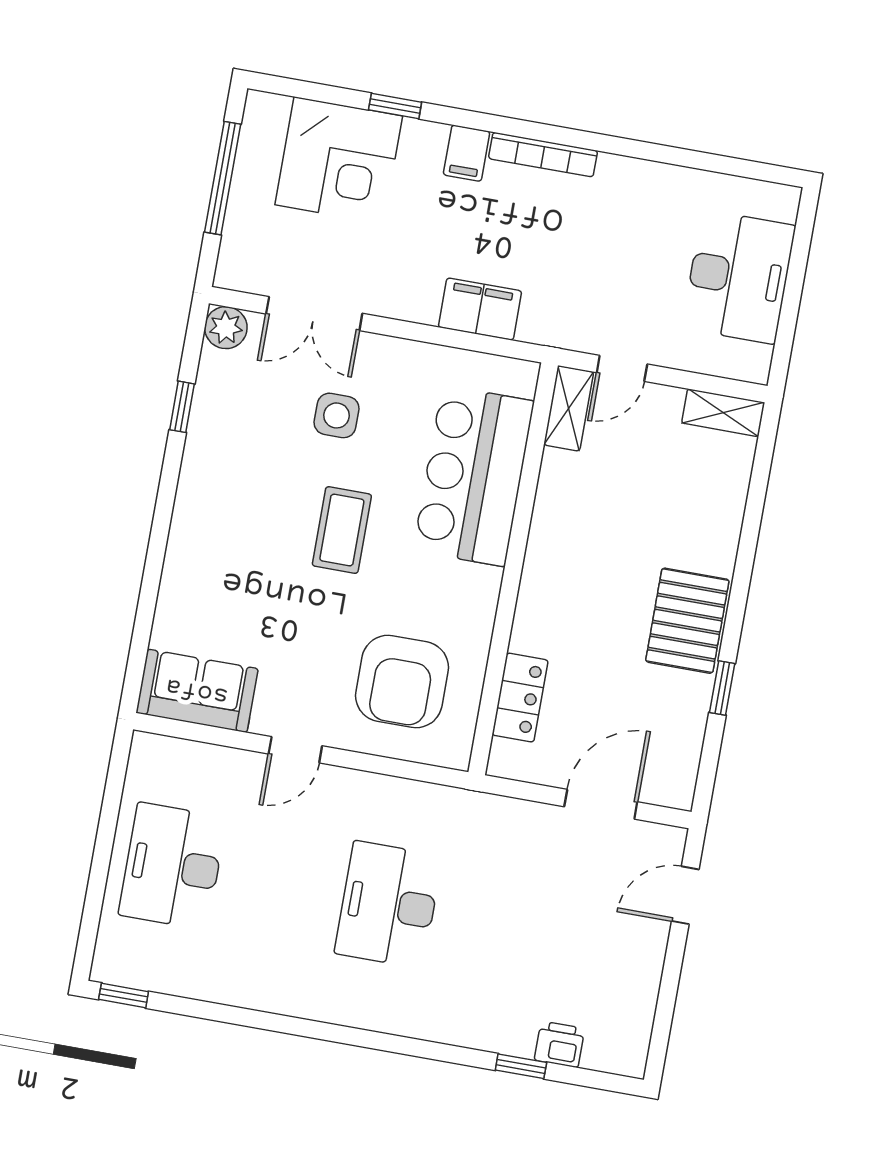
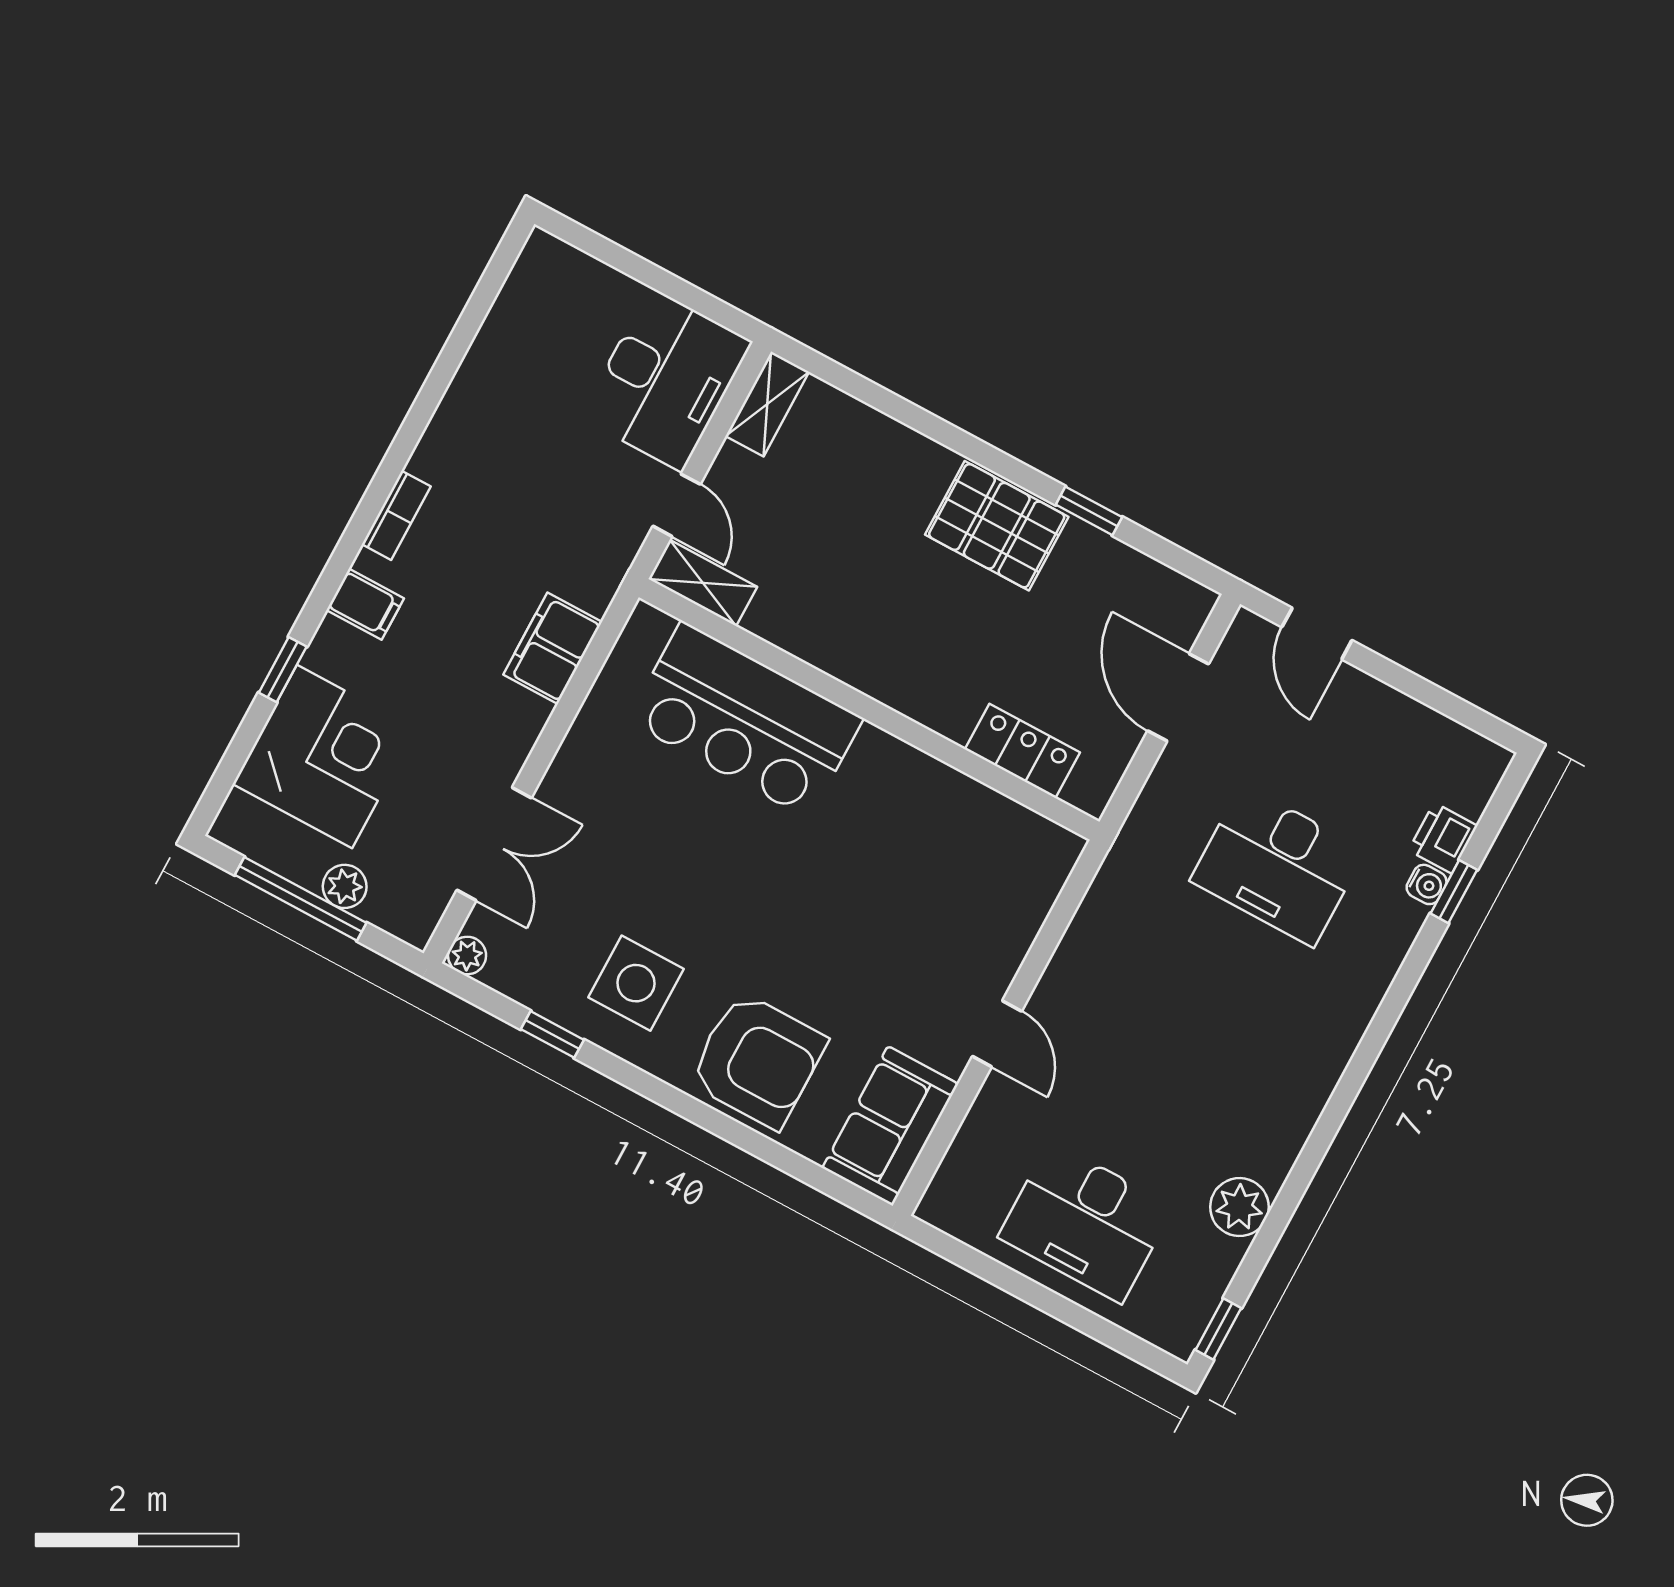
bookcase: (543, 155) -> (396, 515), width x0.64
plant: (244, 209) -> (345, 886), added
desk: (739, 277) -> (666, 380), moved, turned 90
plant: (226, 328) -> (467, 956), width x0.73, depth x0.73
side table: (337, 415) -> (636, 983), moved, width x1.37, depth x1.37
coffee table: (342, 530) -> (758, 895), removed
armchair: (402, 682) -> (758, 1060), moved
desk: (388, 905) -> (1278, 865), moved
plant: (223, 981) -> (1239, 1207), added
water cooler: (520, 1043) -> (1427, 884), added

